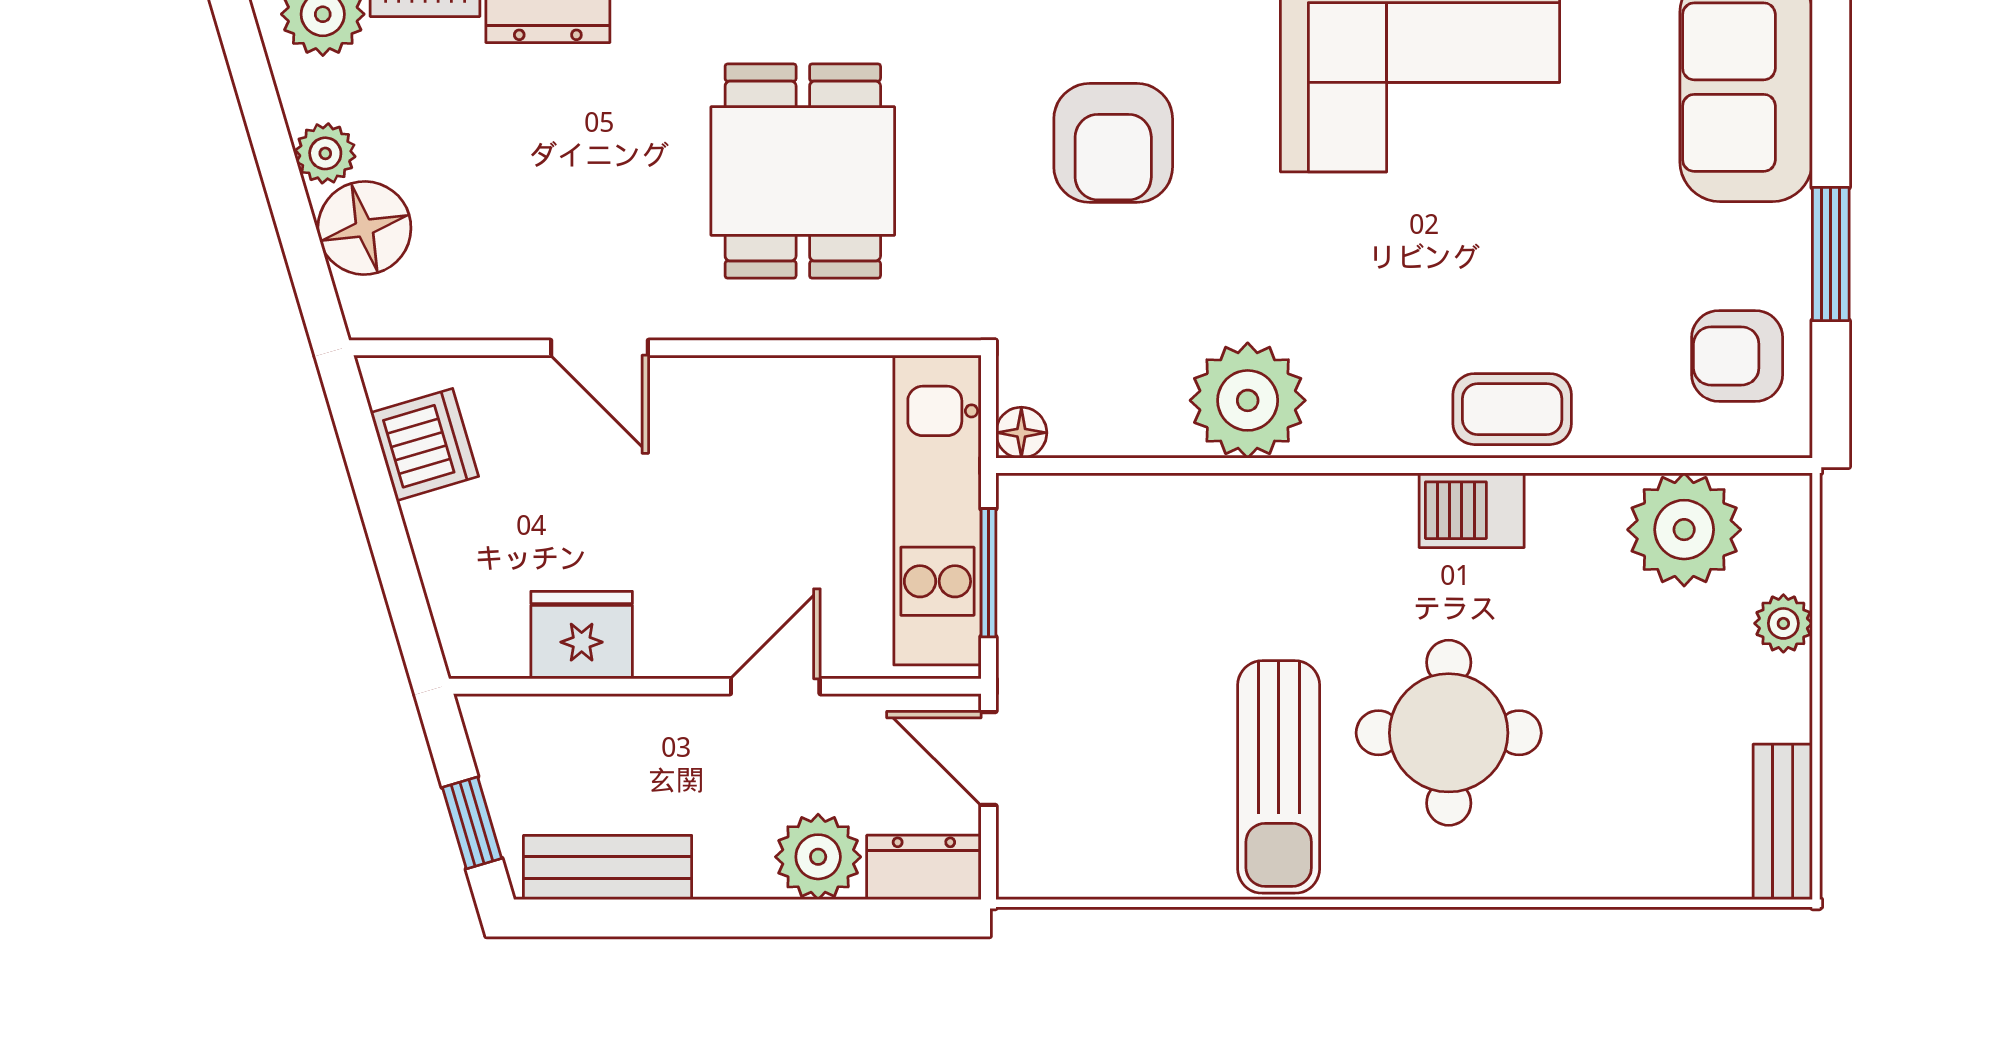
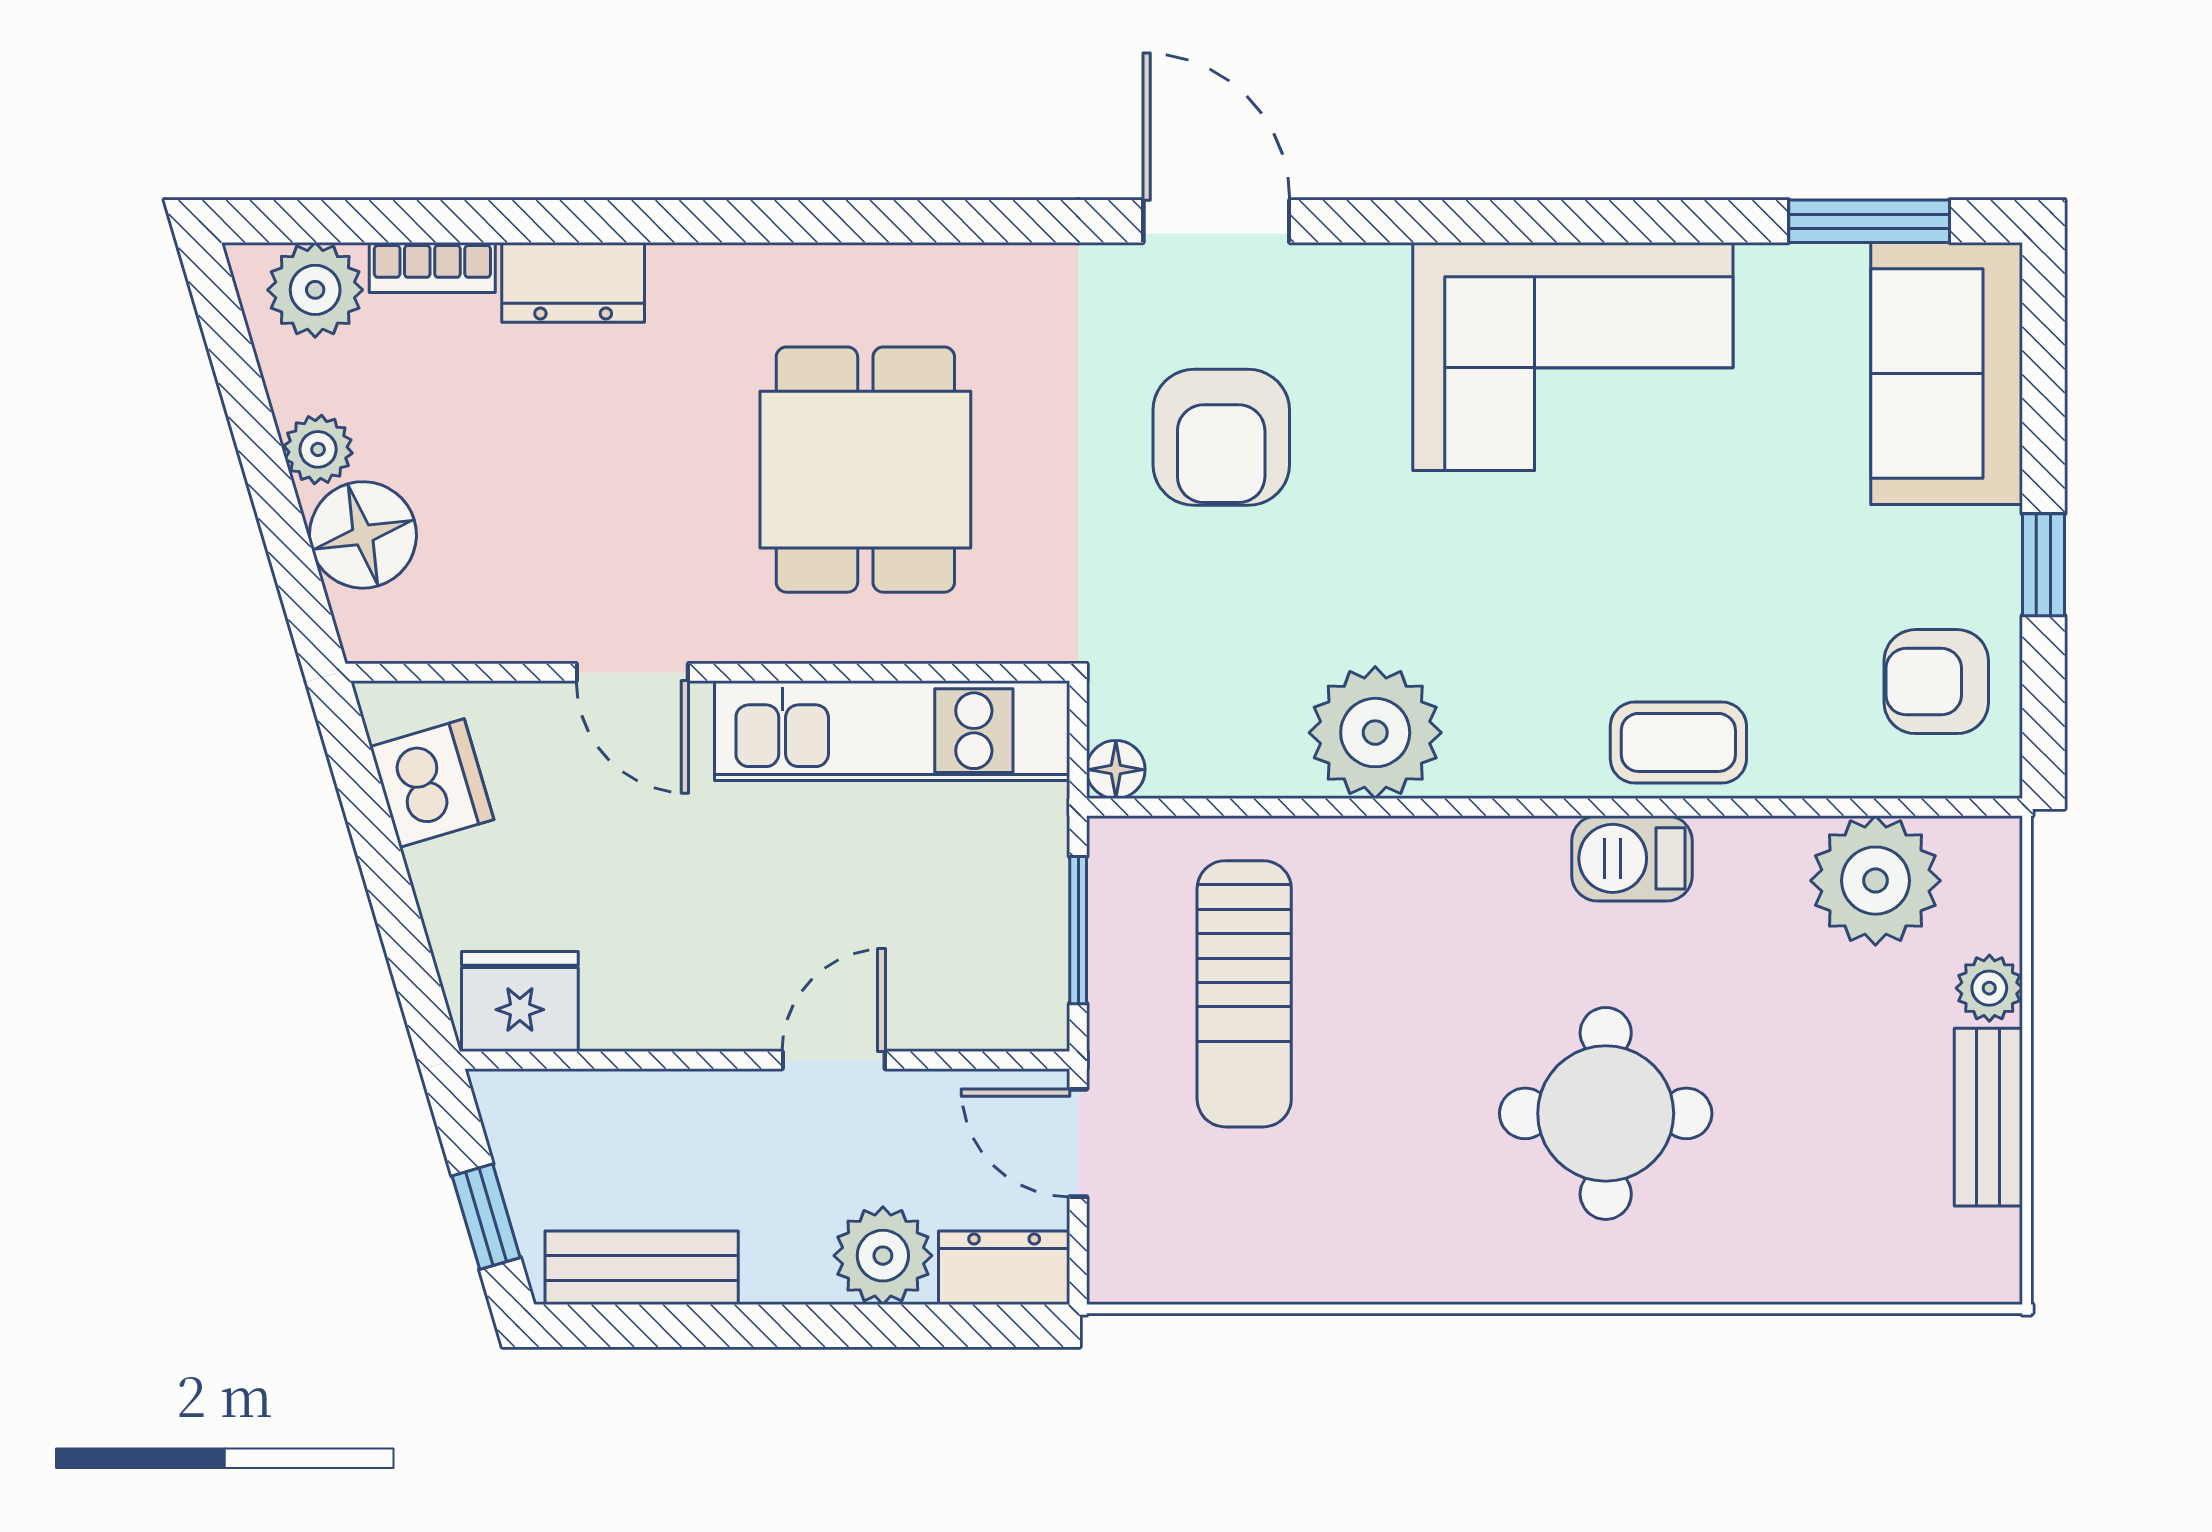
window: (1831, 254) -> (2043, 565), width x0.67
kitchen unit: (937, 510) -> (892, 731), moved, turned -90
fridge: (582, 635) -> (520, 1002), moved
sun lounger: (1279, 777) -> (1244, 994), moved
bench: (1783, 822) -> (1988, 1117), moved

